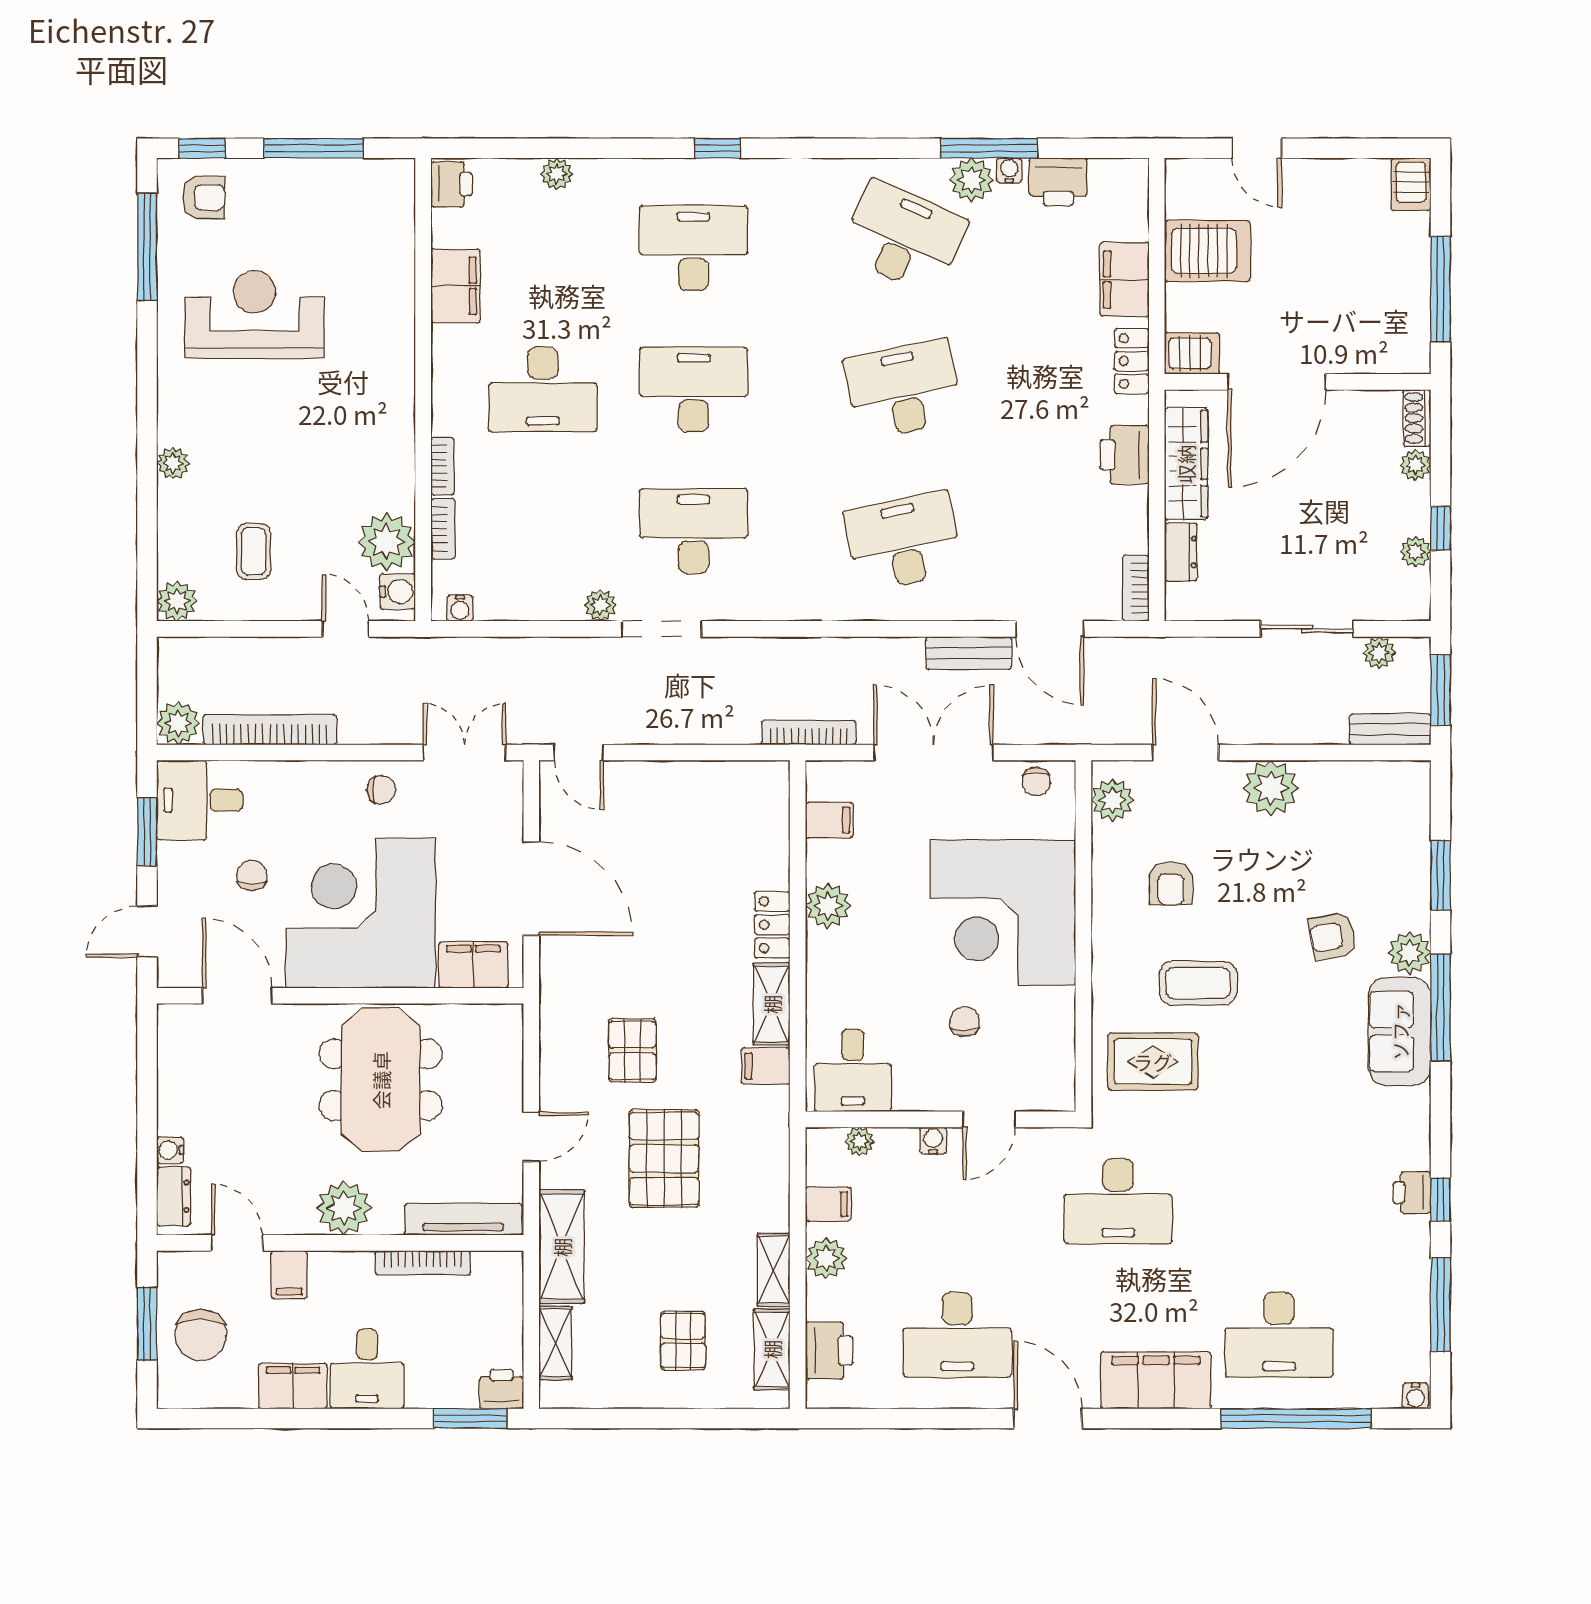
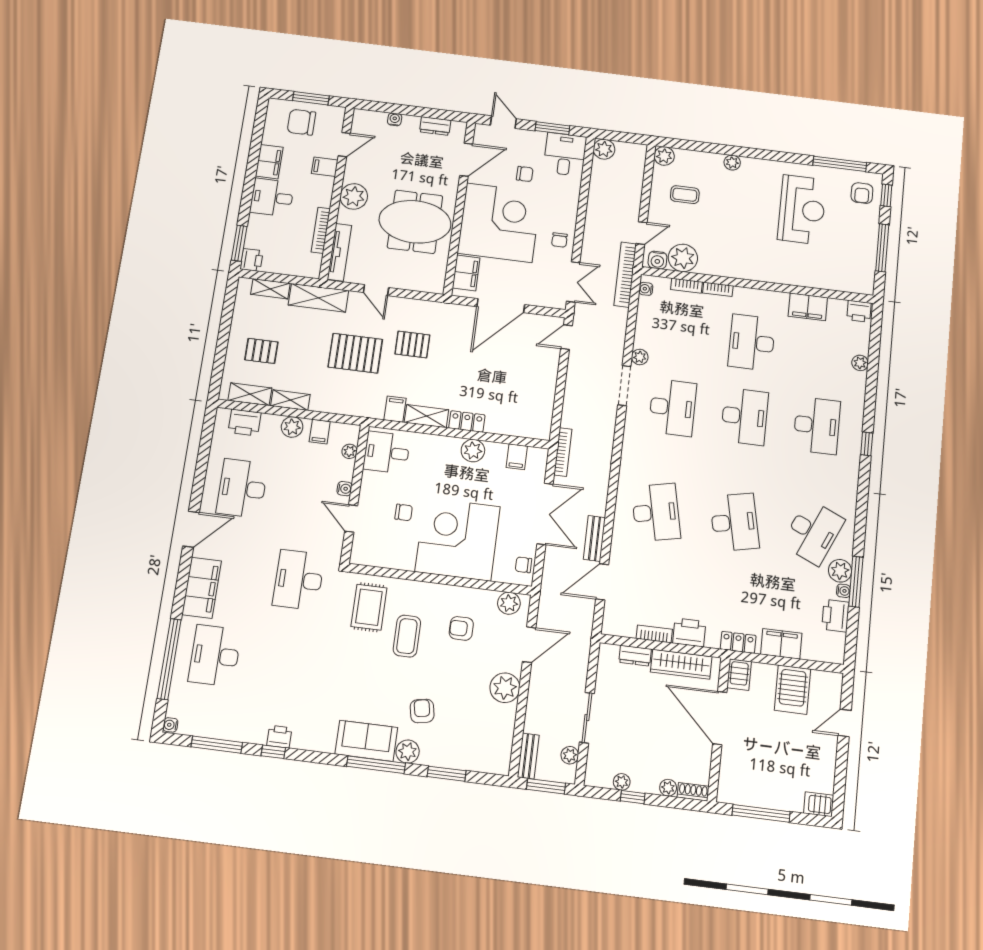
bookcase: (1136, 588) -> (654, 634), moved
bookcase: (270, 730) -> (625, 275), moved, turned 180
dresser: (174, 1196) -> (435, 126), moved

